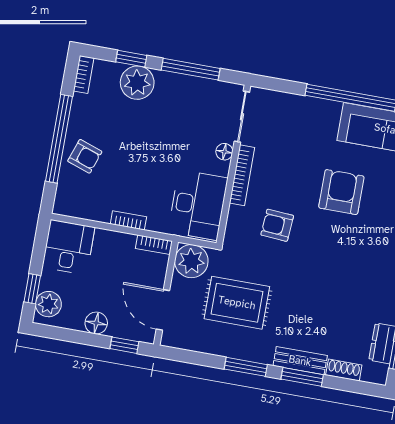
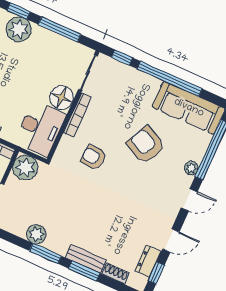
window: (282, 85) -> (122, 57), added
floor lamp: (224, 152) -> (62, 98), width x1.89, depth x1.89
armchair: (341, 192) -> (146, 145), turned -64
rug: (237, 303) -> (51, 206), removed
plant: (228, 345) -> (36, 234), added

